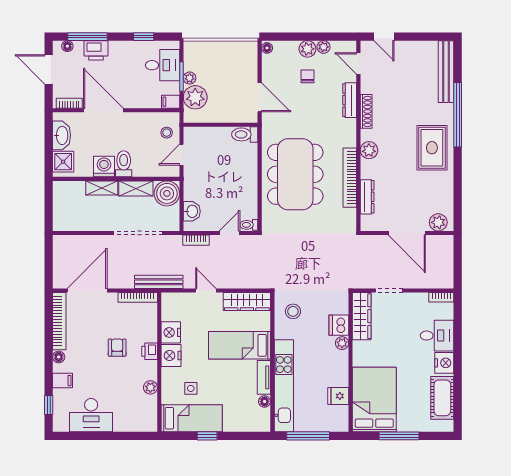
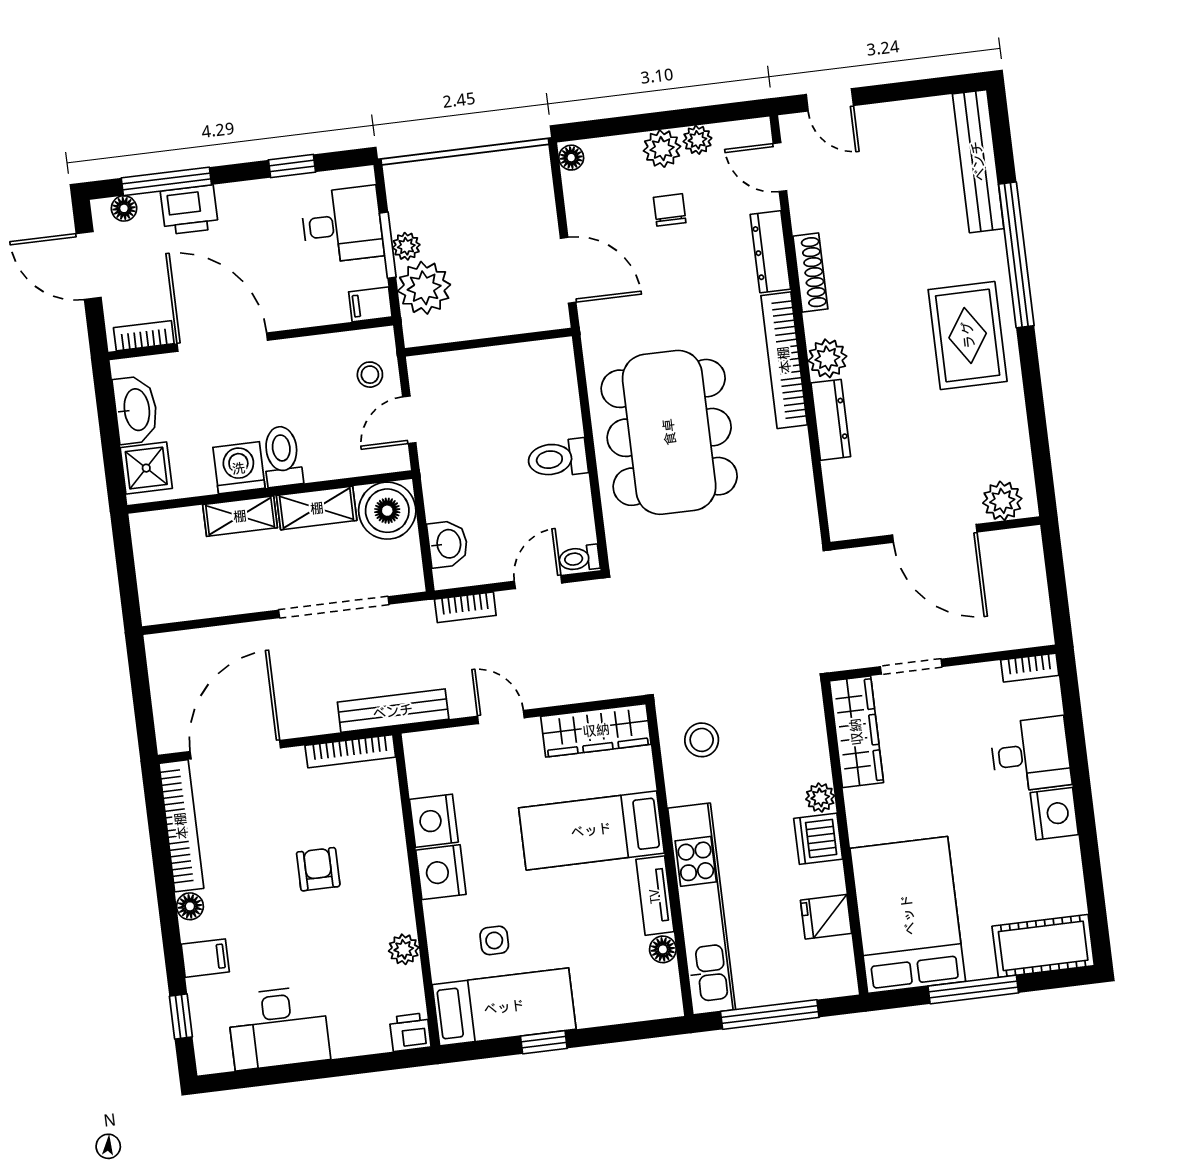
toilet: (245, 134) -> (558, 459), moved
bookcase: (350, 178) -> (784, 360), moved
dresser: (367, 197) -> (831, 420), moved
dishwasher: (339, 325) -> (818, 839), moved
printer: (150, 351) -> (410, 1032), moved, turned 90
cot: (442, 398) -> (1043, 946), moved, turned 90

